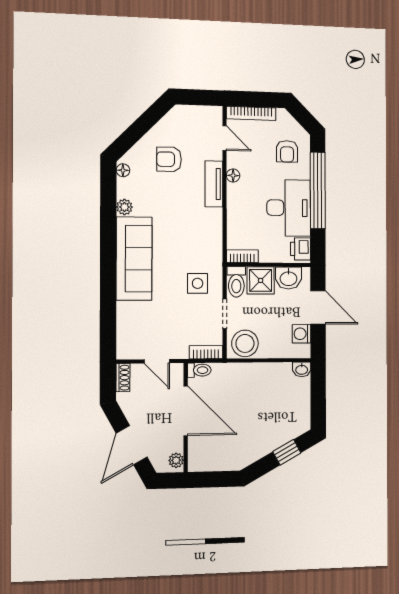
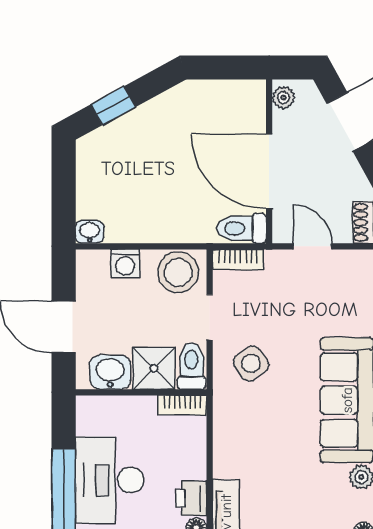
printer: (301, 249) -> (191, 498), moved, turned 180
side table: (198, 283) -> (251, 363), turned -35
washing machine: (302, 334) -> (125, 264), moved, turned 90
toilet: (199, 370) -> (242, 228), width x1.37, depth x1.39

